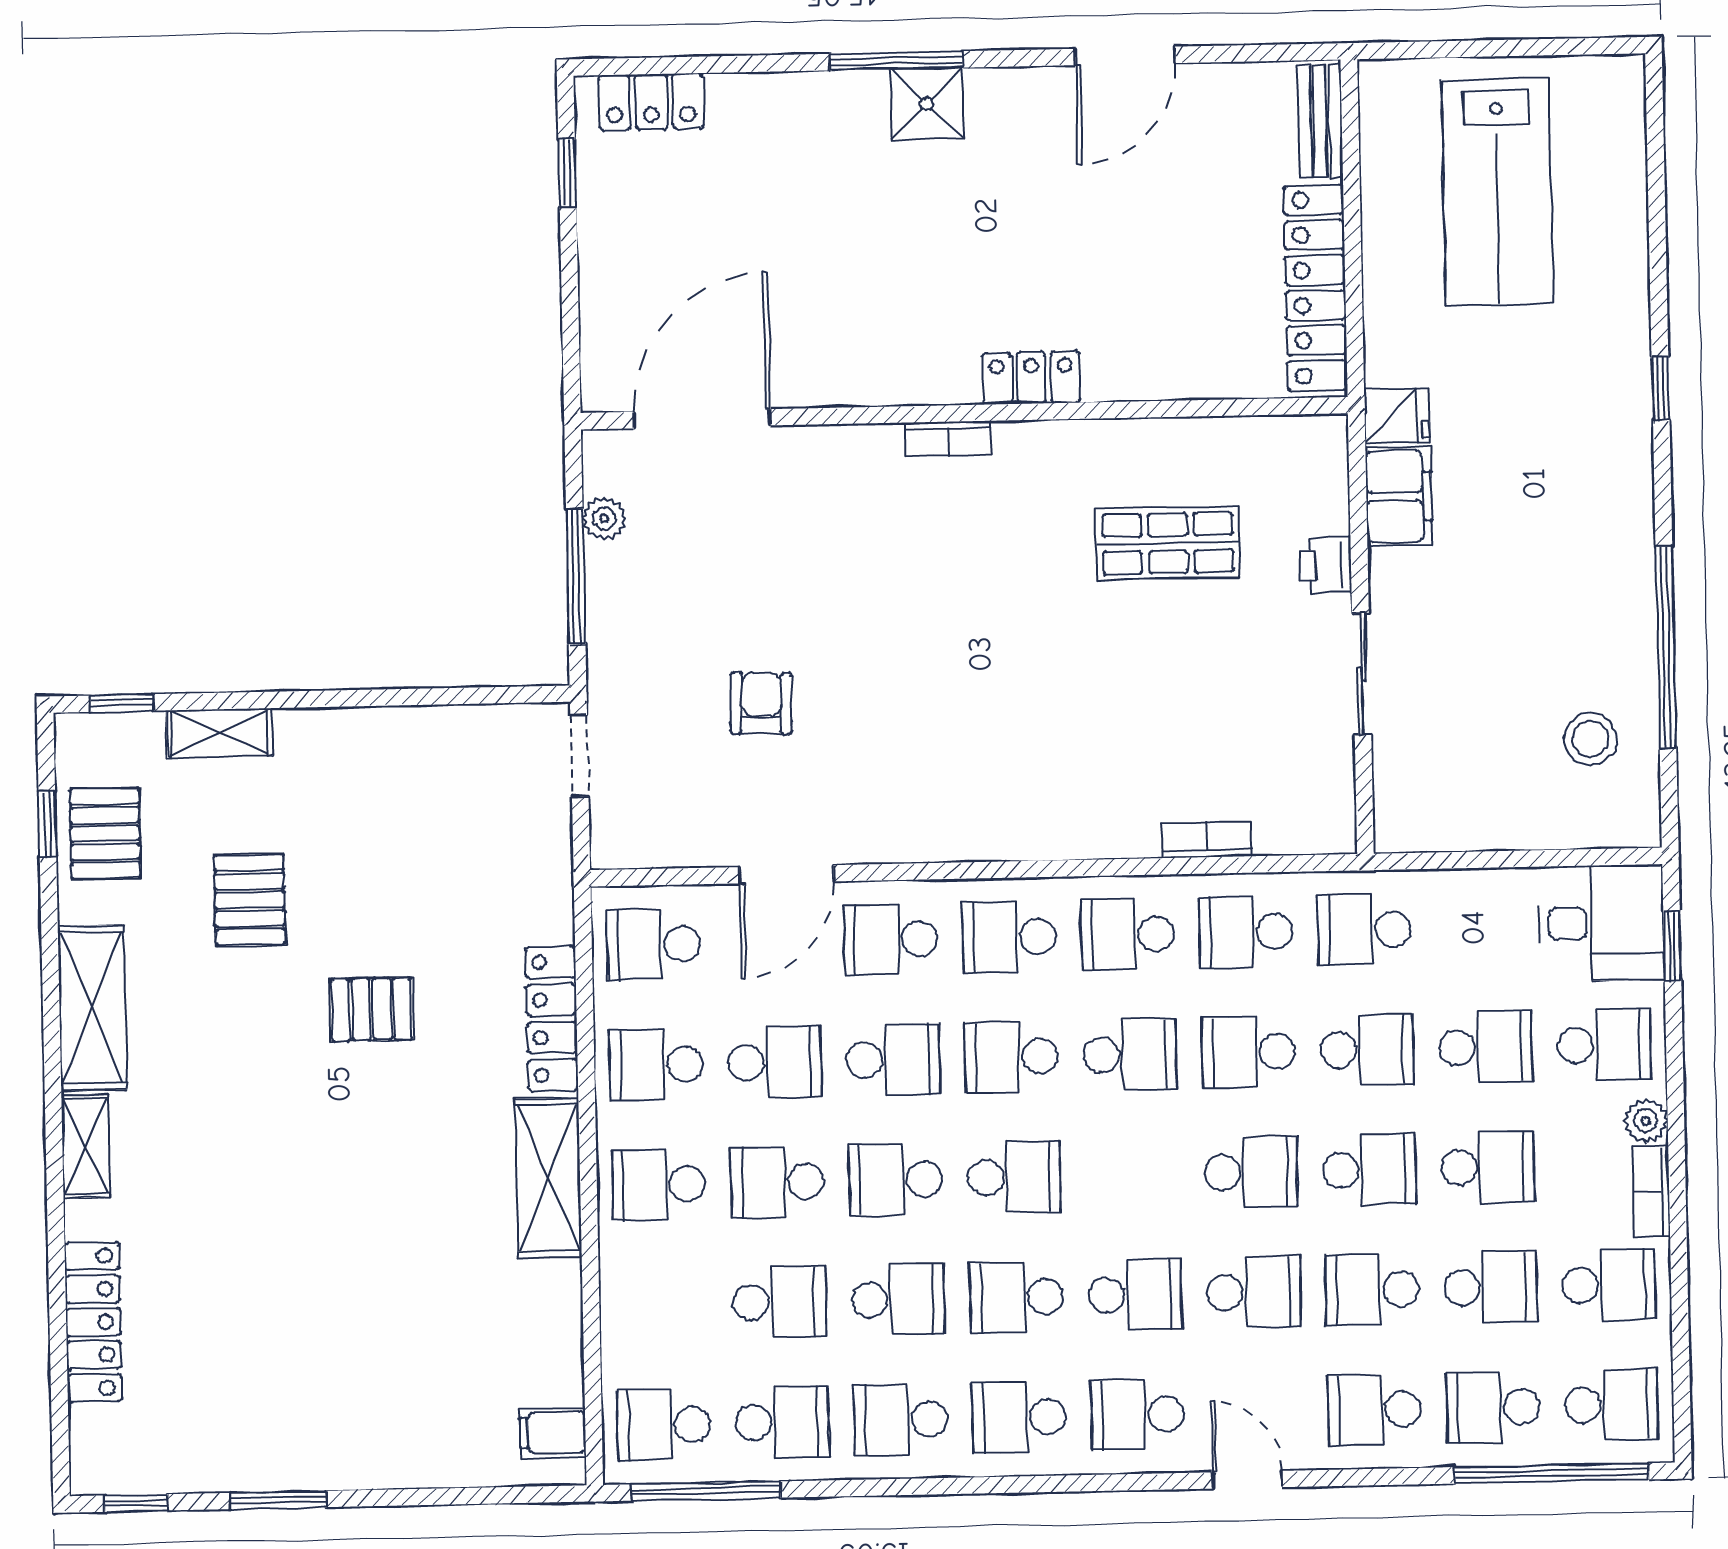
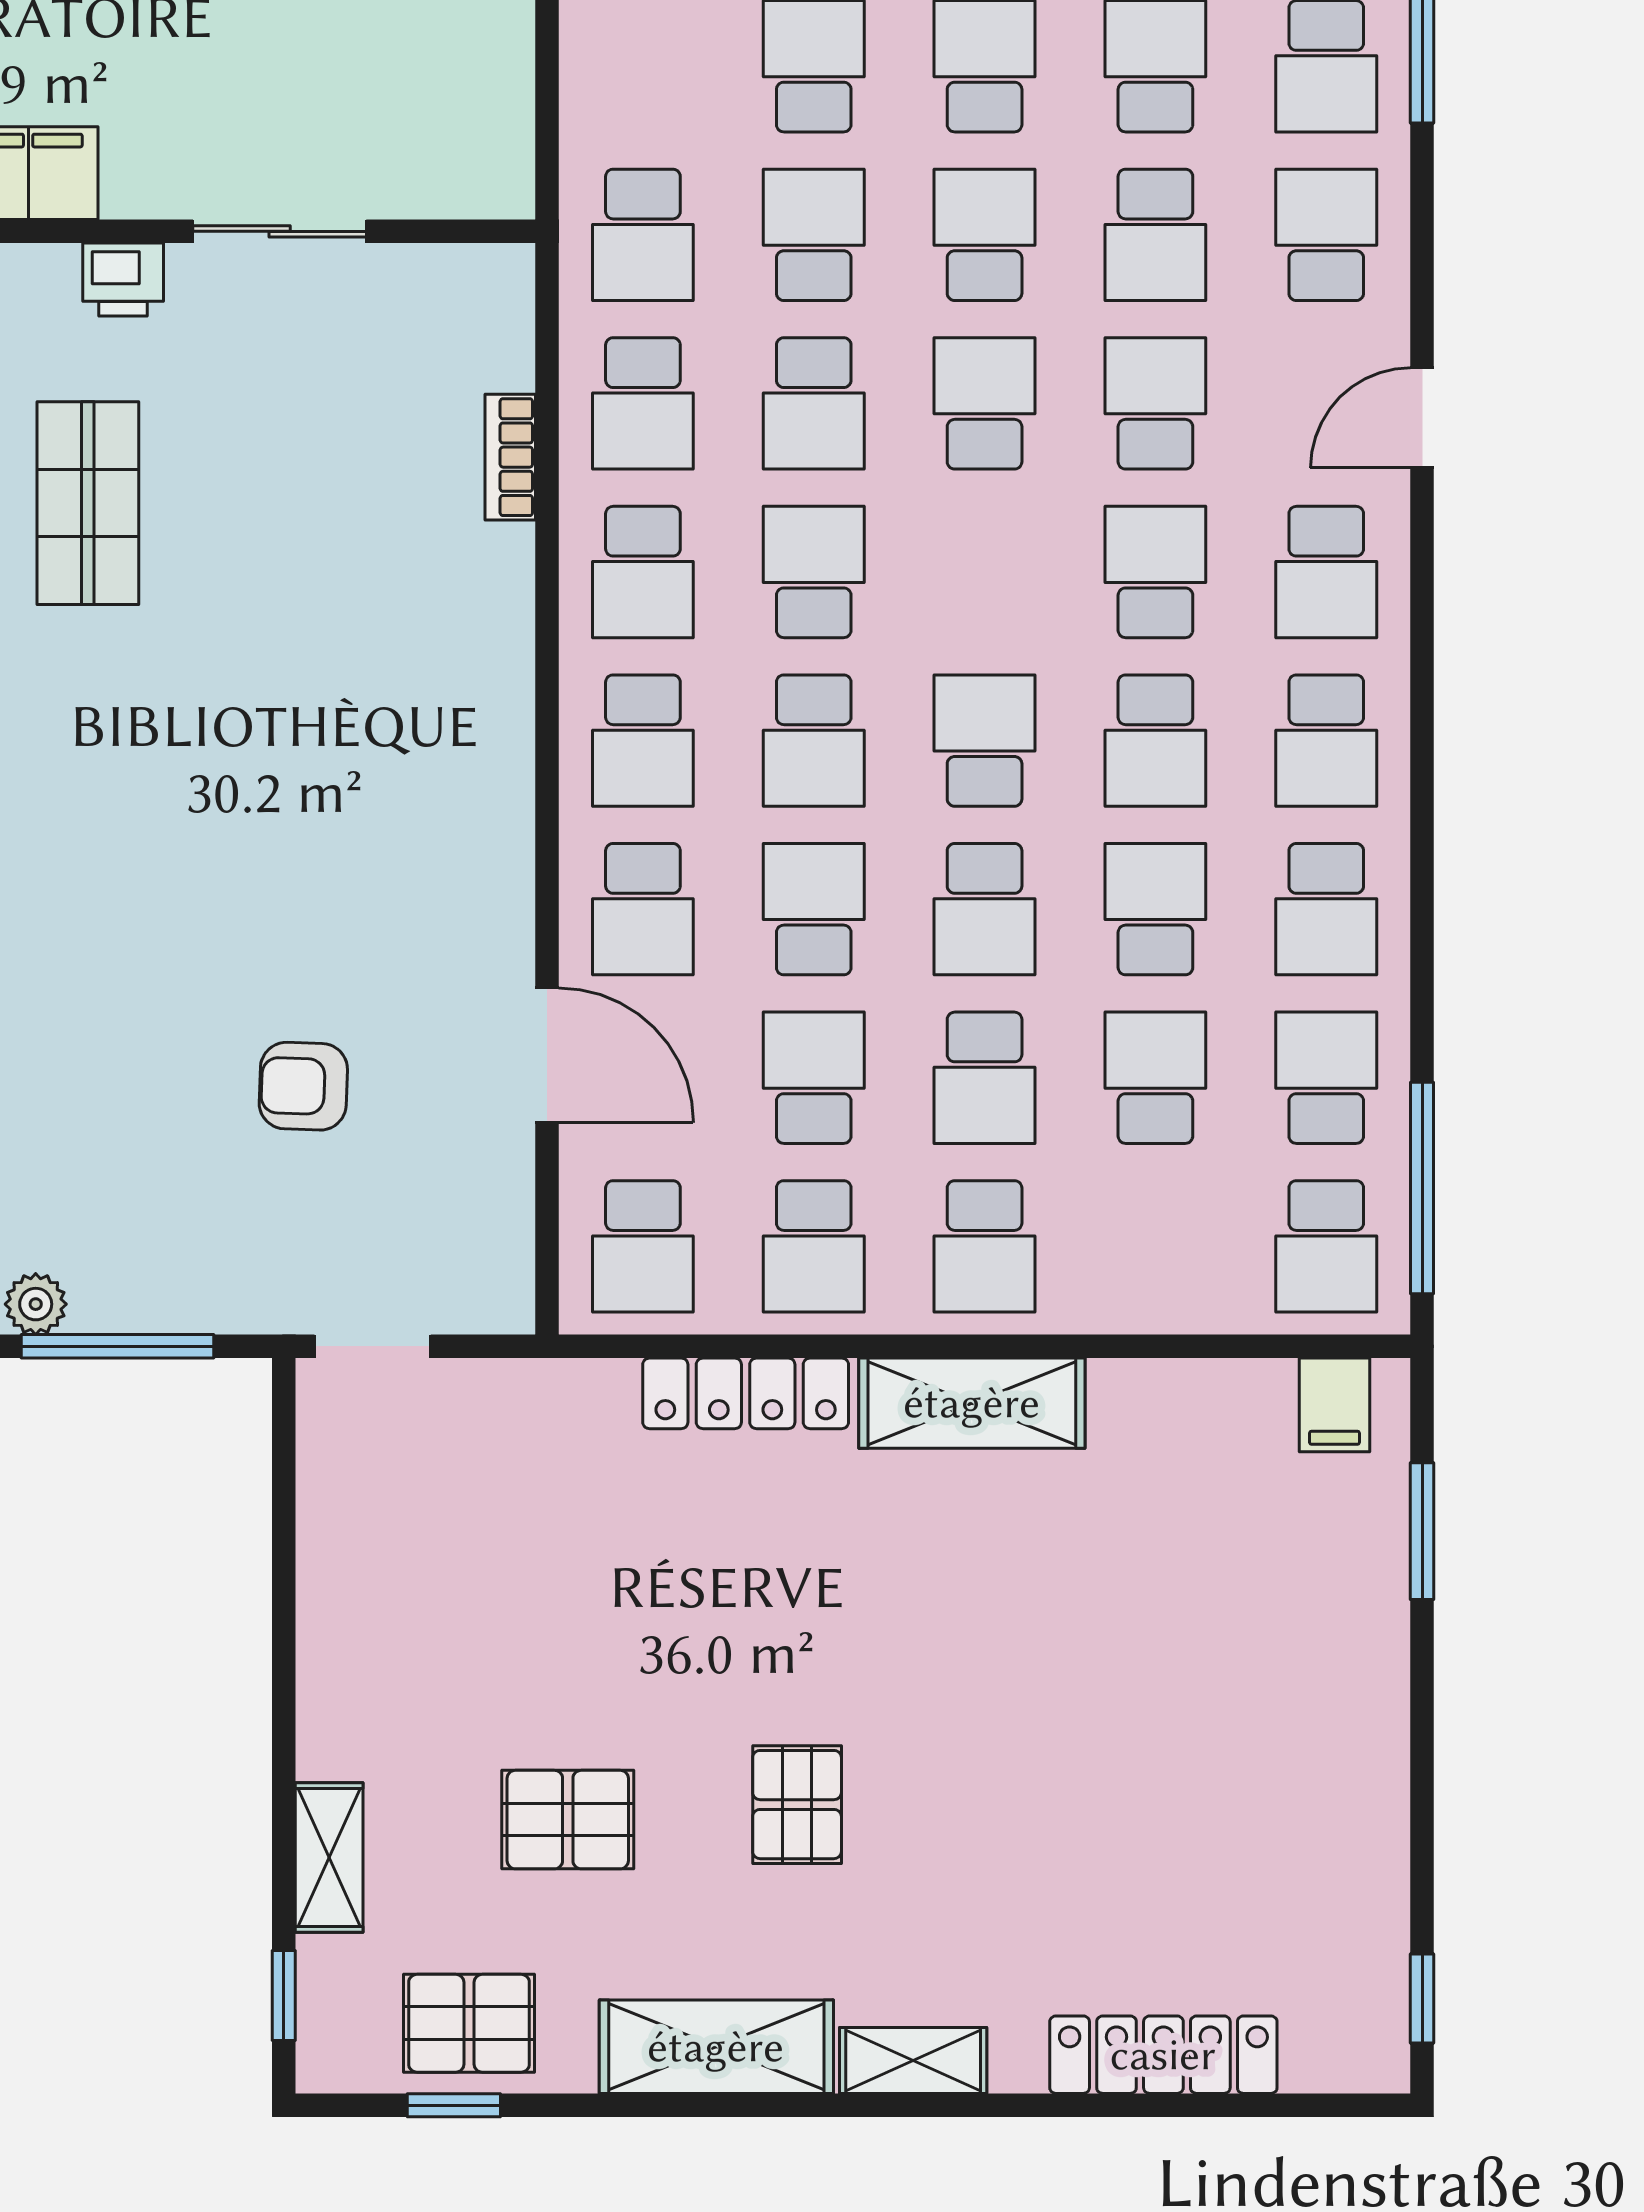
pallet: (372, 1009) -> (797, 1805), moved
school desk: (1375, 1410) -> (1326, 235), turned 180
window: (278, 1500) -> (1422, 1531), moved

